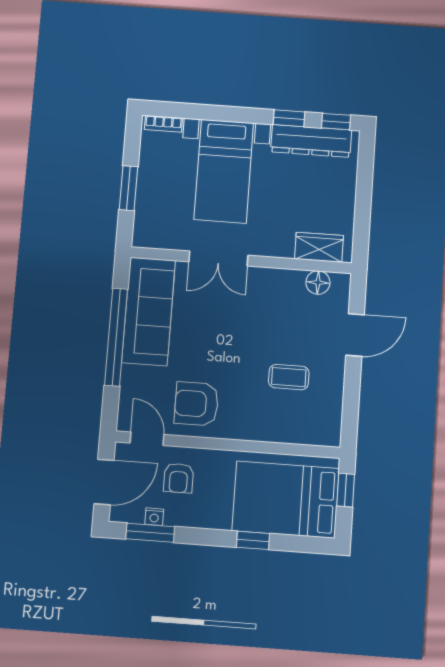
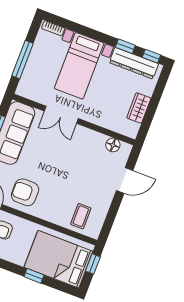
window: (129, 188) -> (23, 60), width x1.44
wardrobe: (319, 247) -> (139, 108), moved, turned -90
coffee table: (289, 377) -> (81, 216), moved, turned 90

